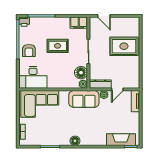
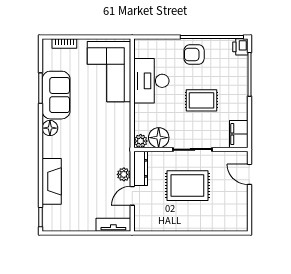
door: (104, 16) -> (249, 174), hinge flipped
rug: (58, 46) -> (202, 100), turned 90
rug: (124, 46) -> (187, 186), moved, turned 90
desk: (33, 77) -> (151, 81), moved
door: (117, 89) -> (132, 196), hinge flipped
sofa: (84, 99) -> (56, 95), moved, turned 180
fireplace: (121, 140) -> (52, 181), moved

